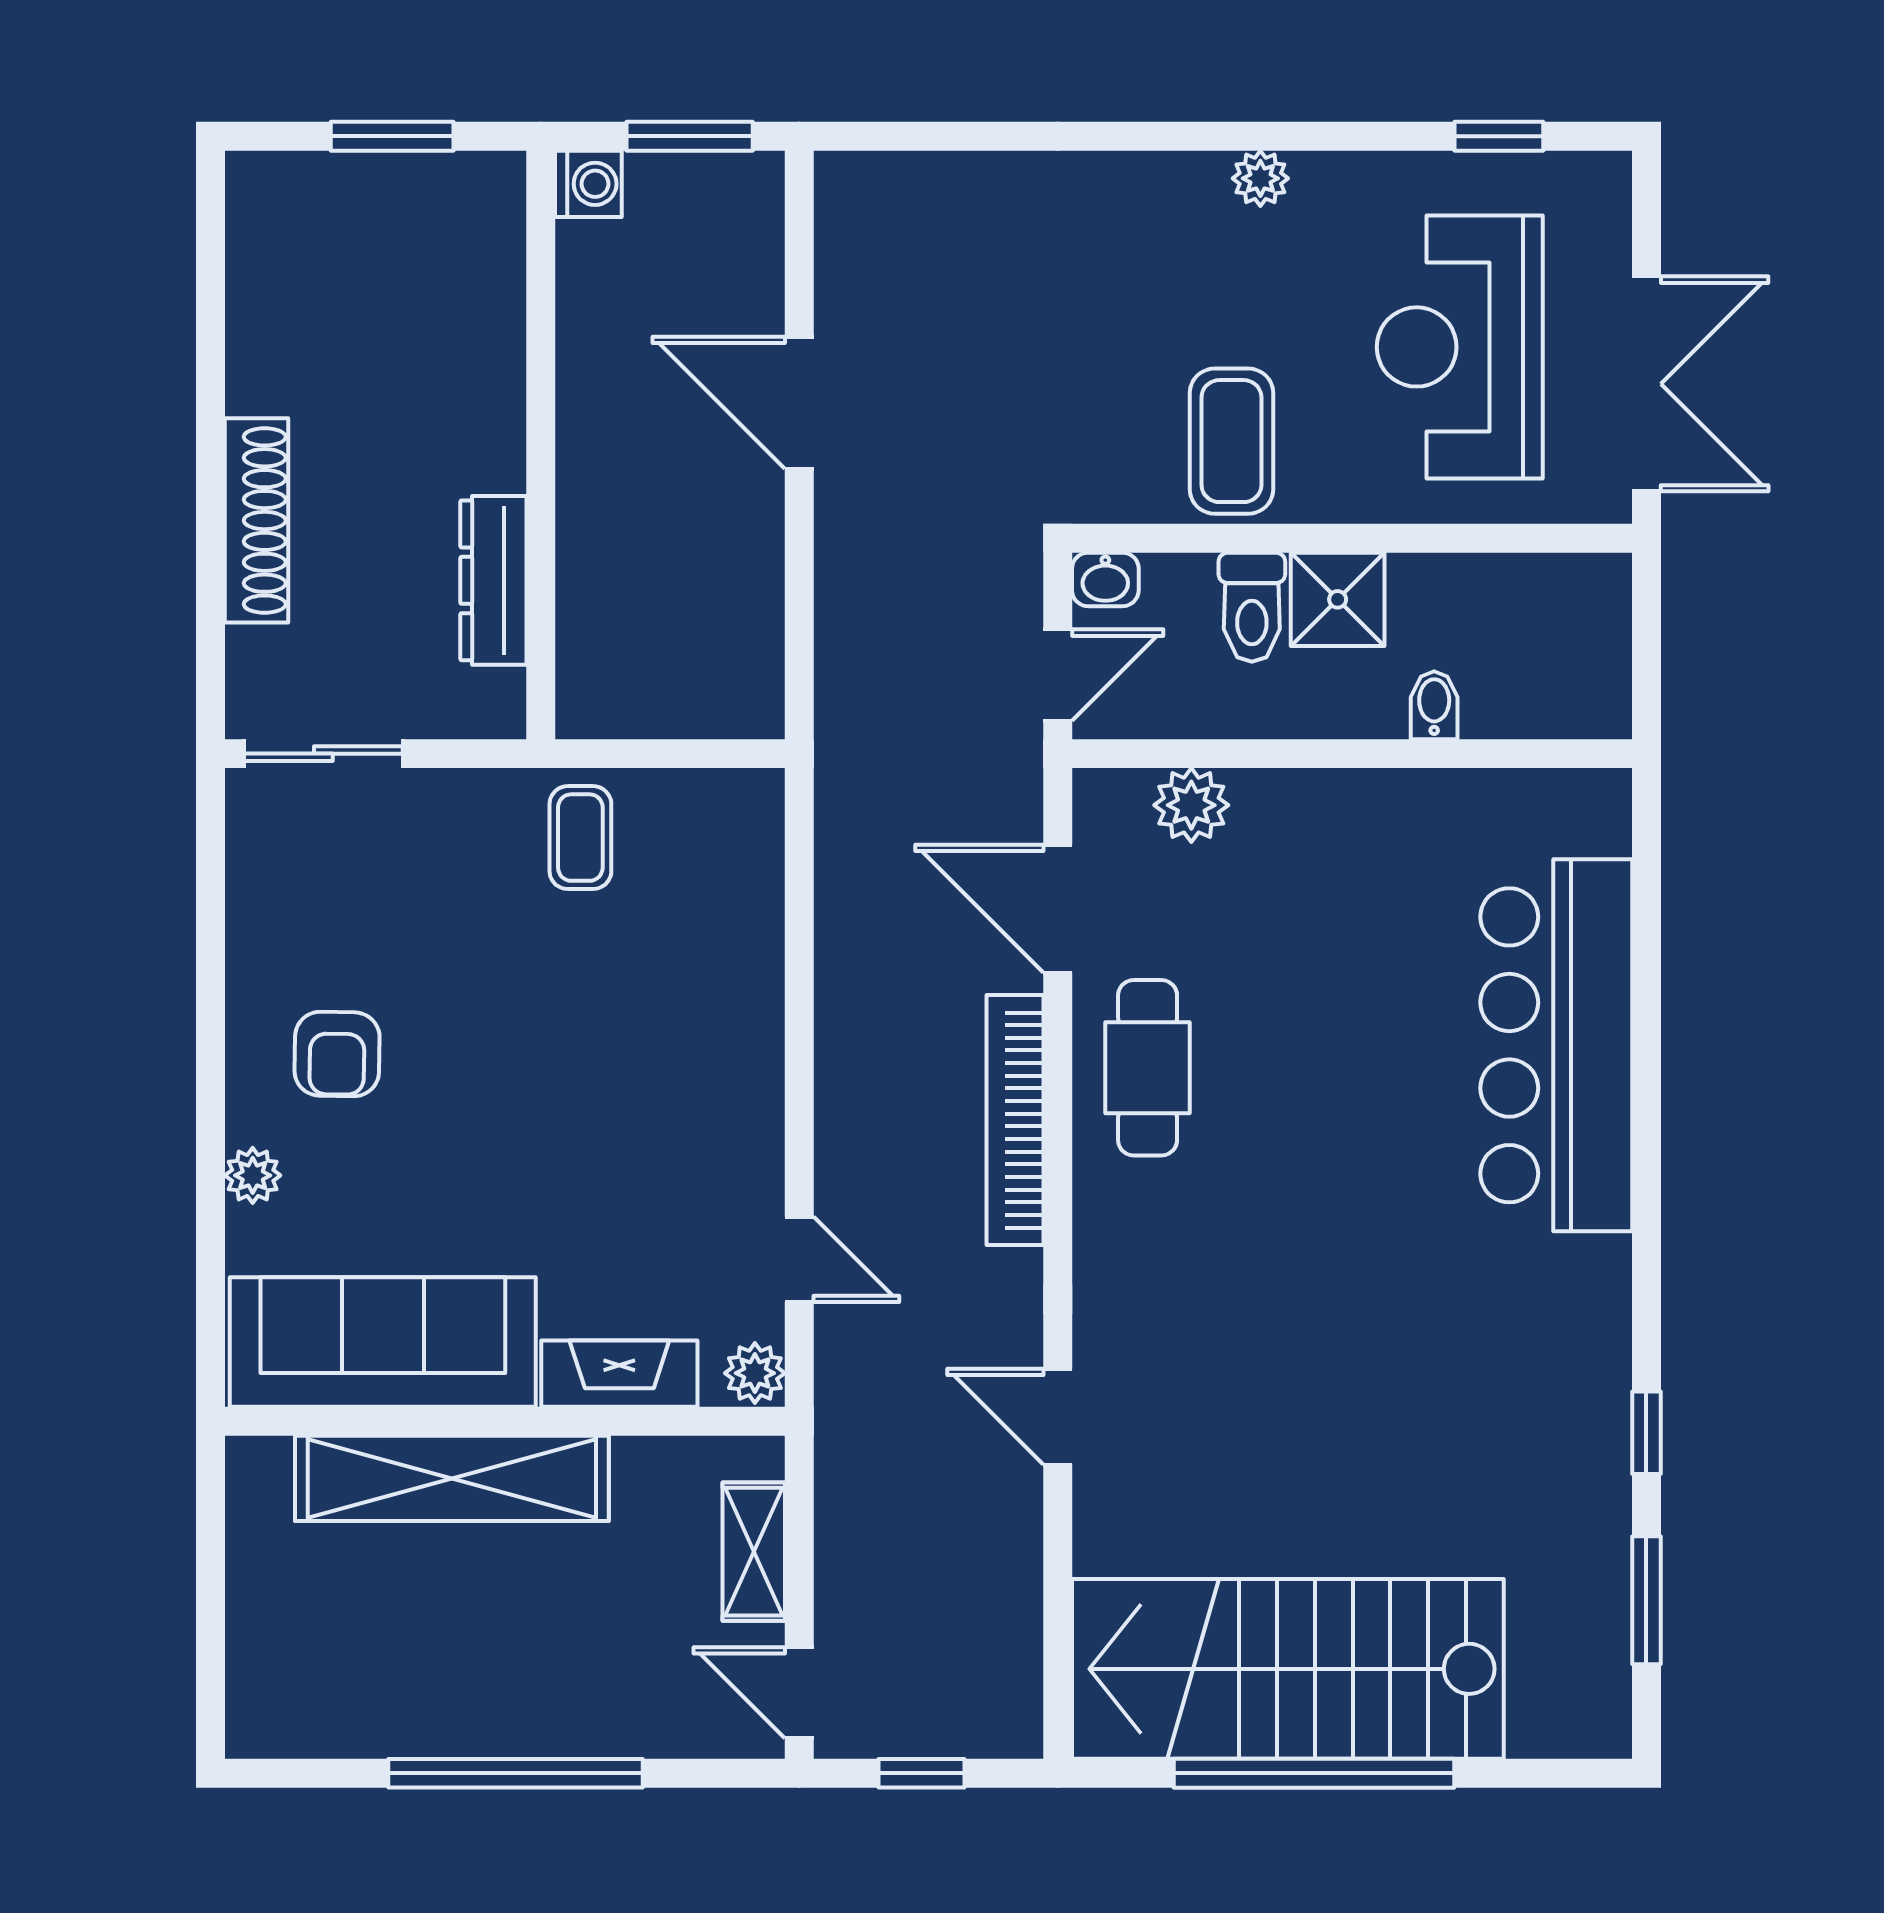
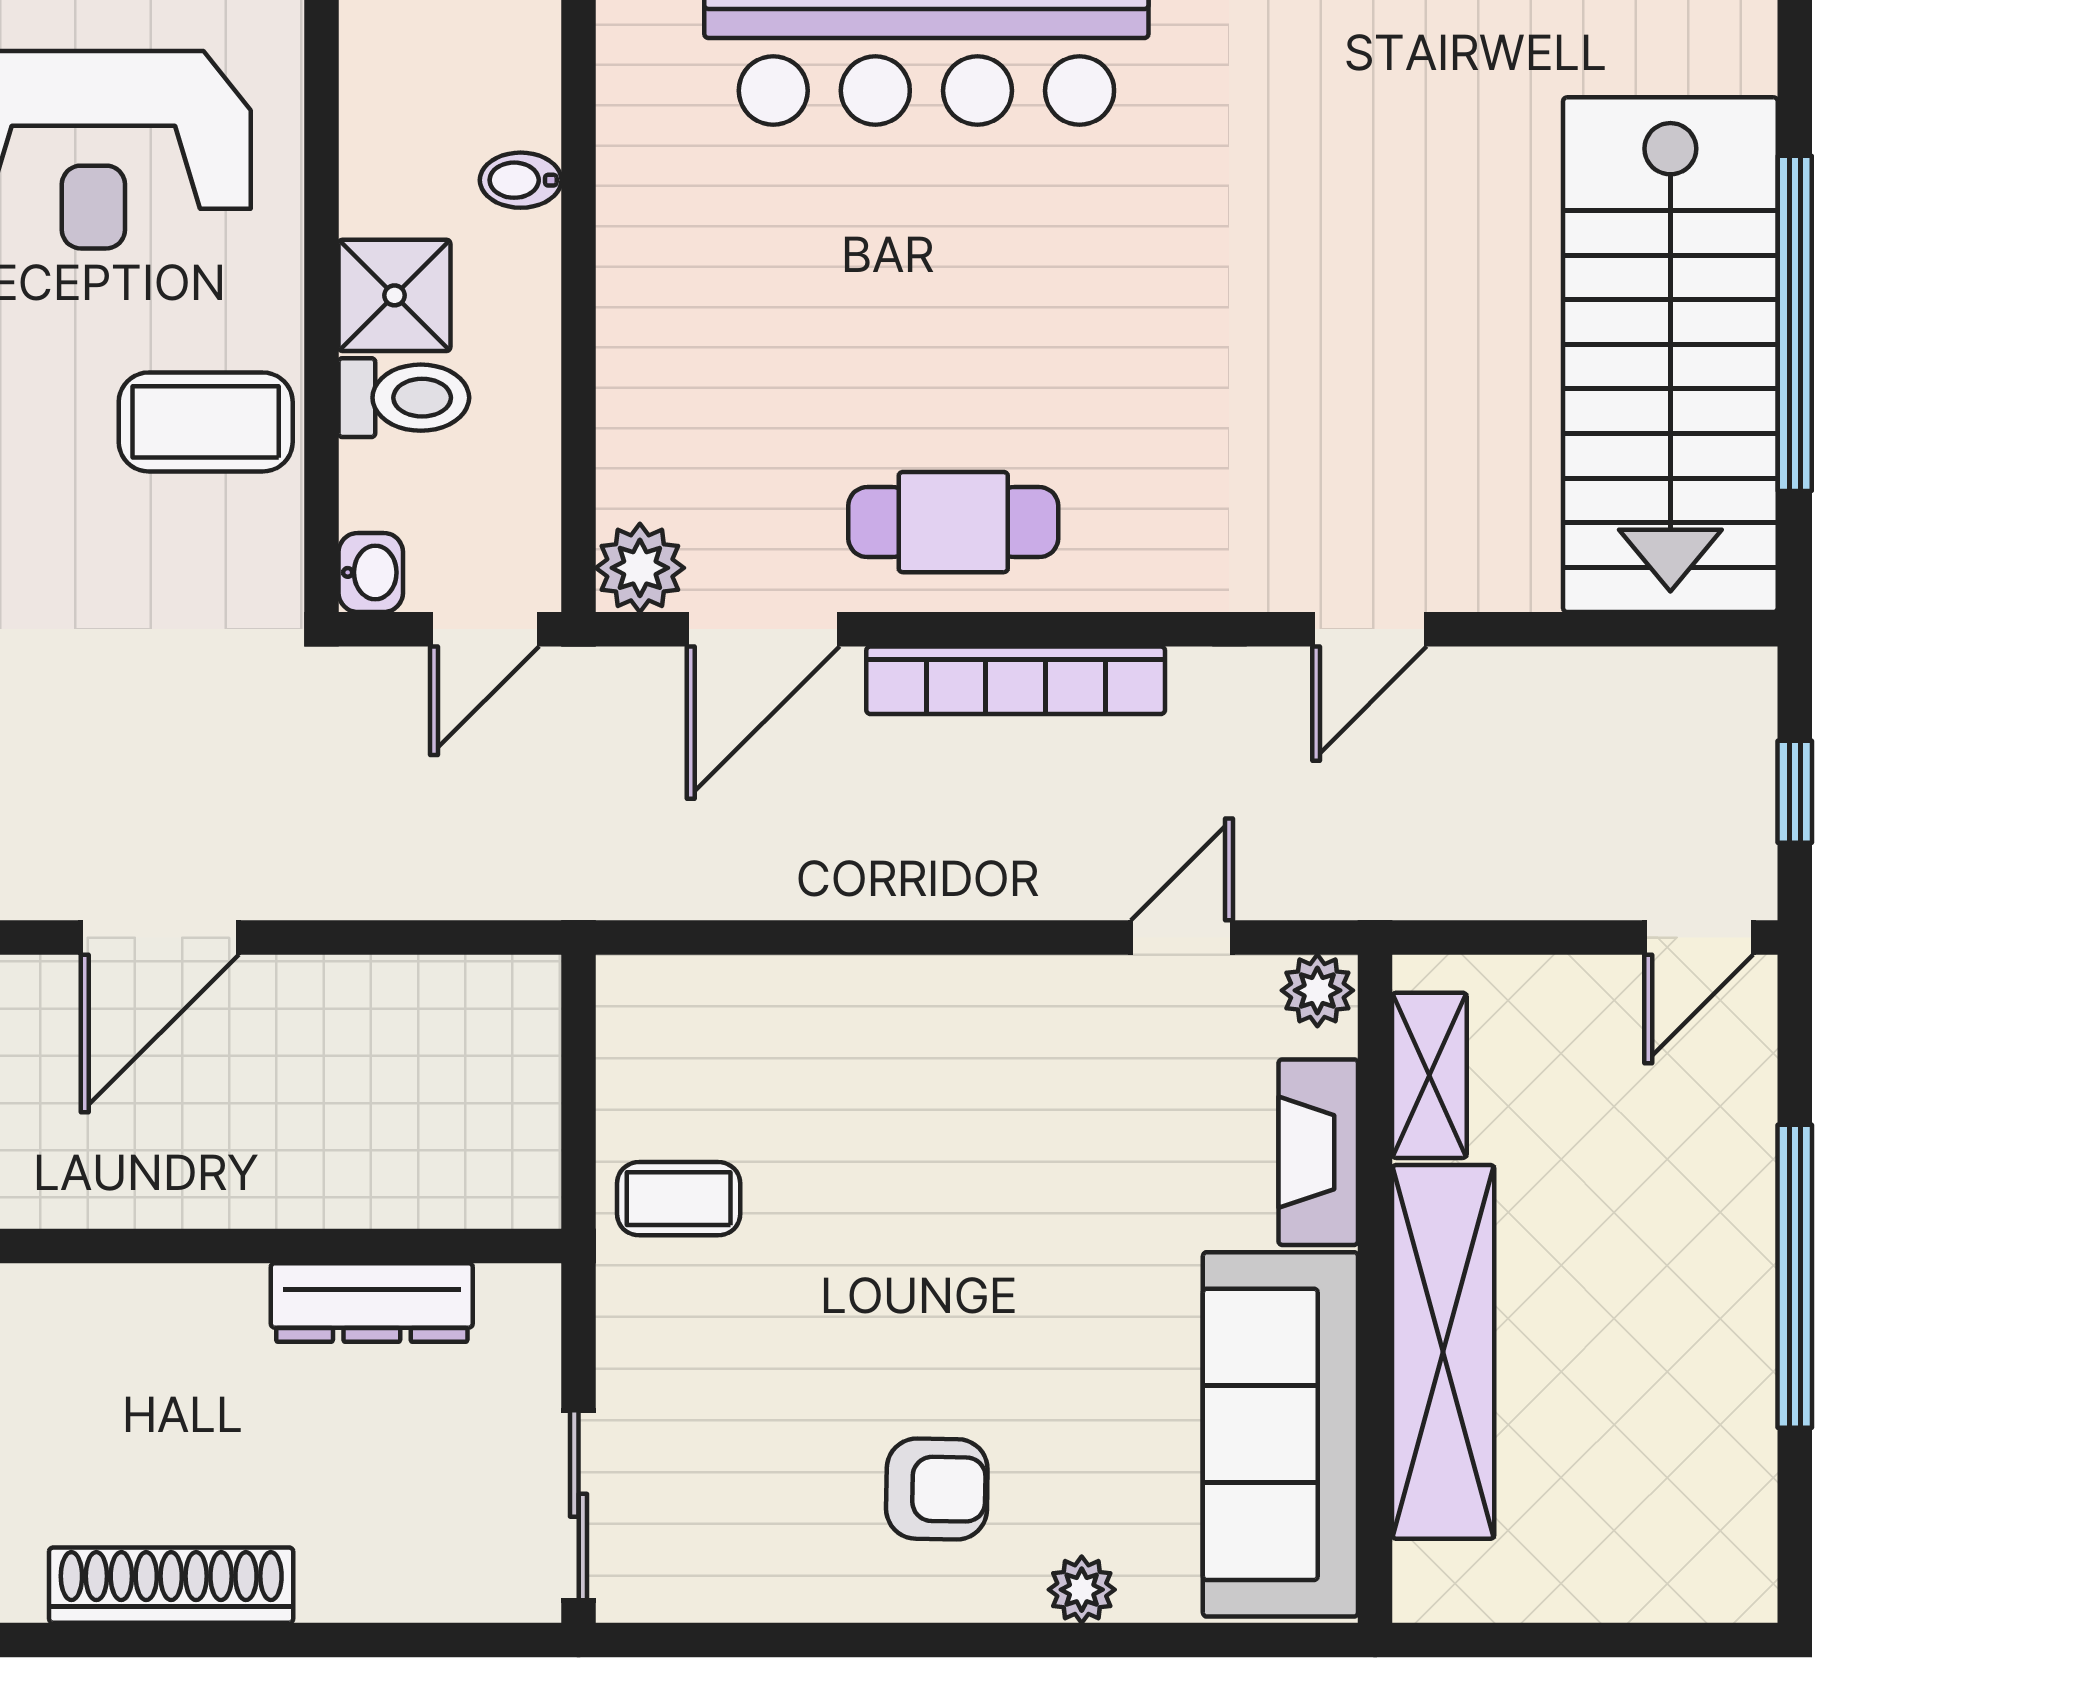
shoe rack: (256, 520) -> (171, 1585), moved
door: (1058, 675) -> (485, 629), swing flipped
plant: (1191, 805) -> (640, 568), moved
shelving: (754, 1552) -> (1429, 1075), moved, turned 90

